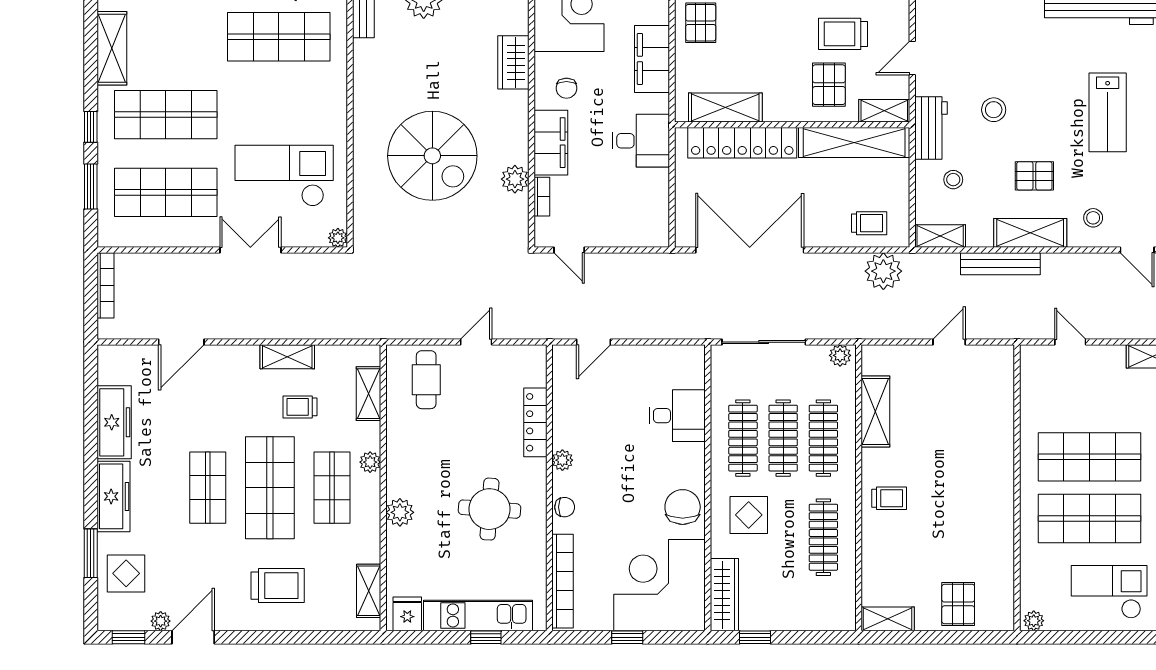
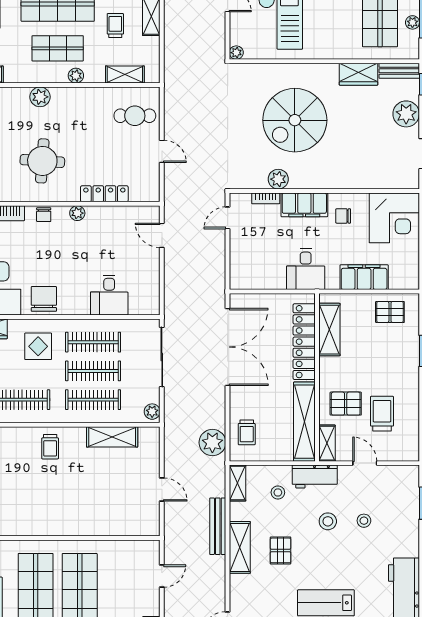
wardrobe: (513, 62) -> (359, 74), moved, turned 180
stool: (1093, 218) -> (364, 521), moved
chair: (683, 507) -> (44, 299), turned -90

